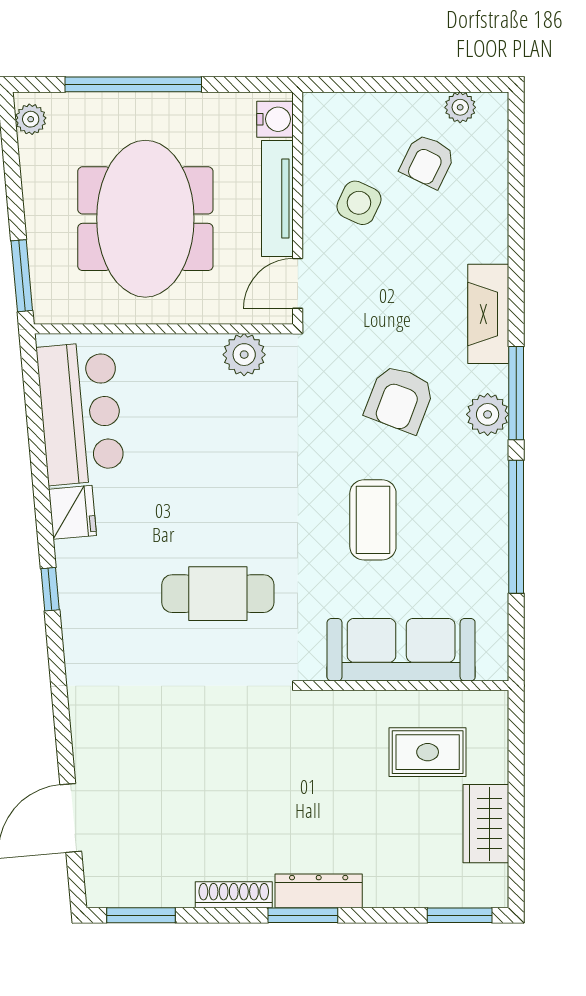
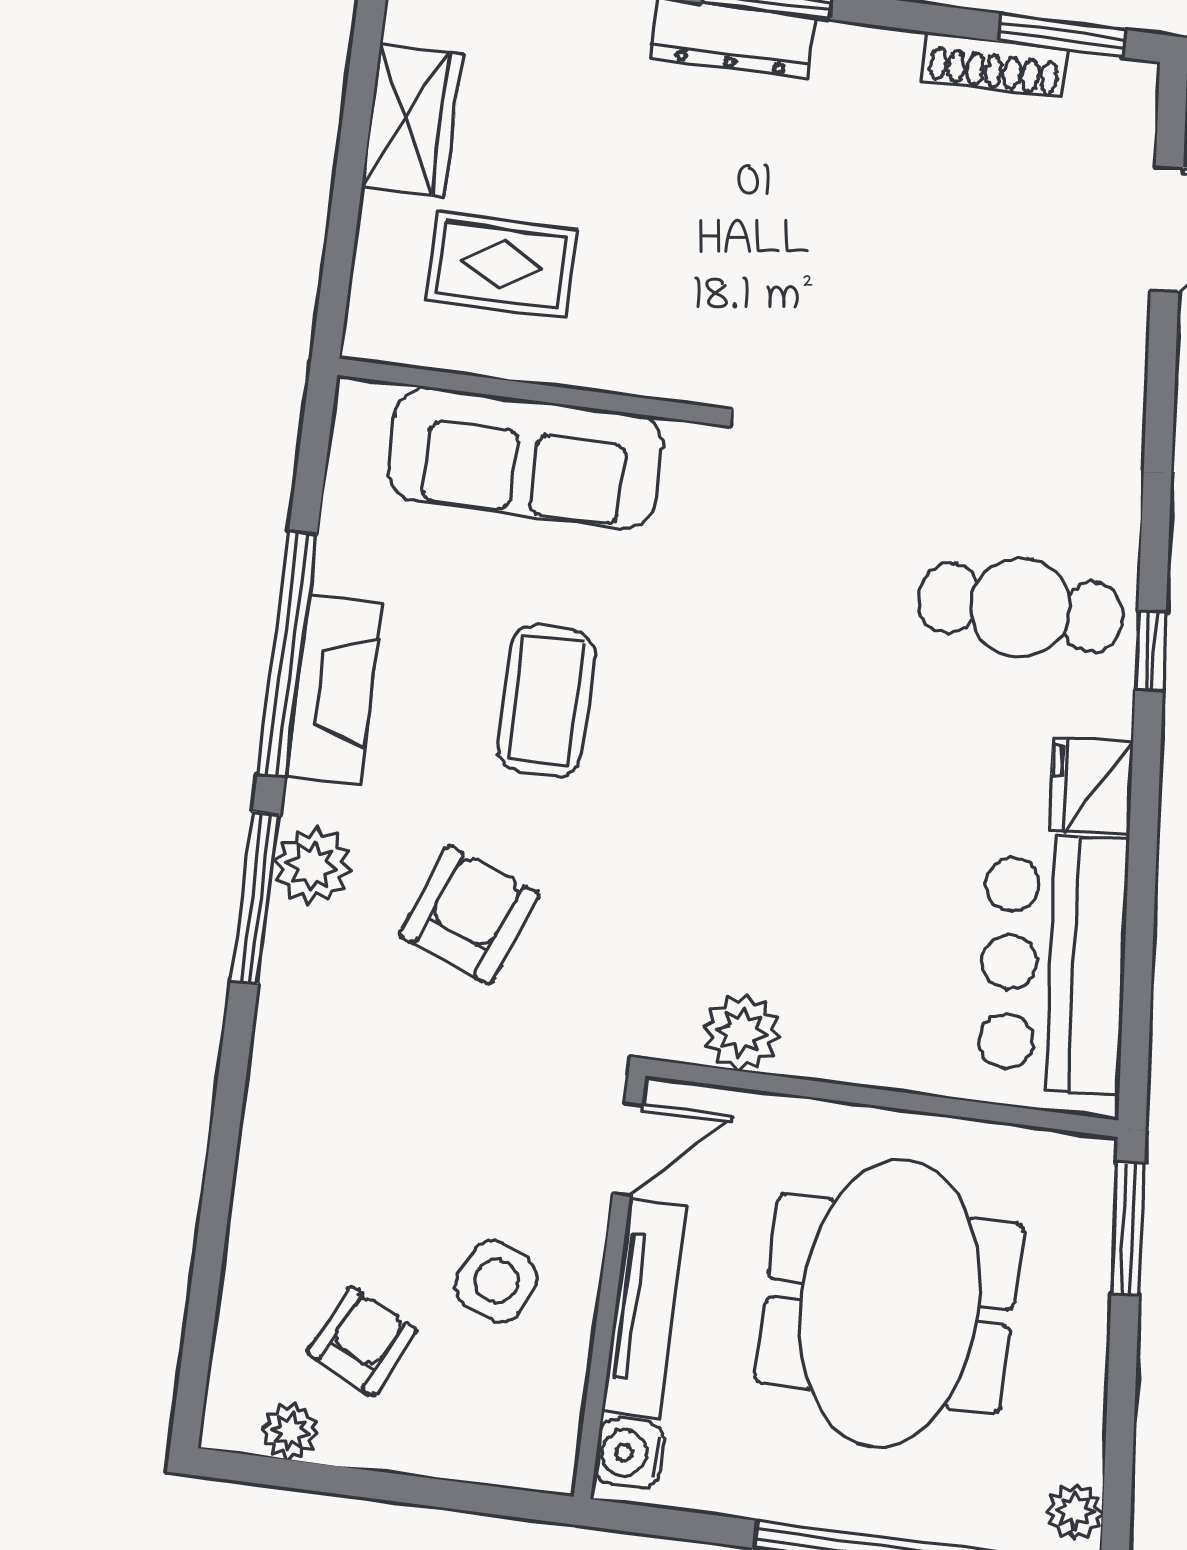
fireplace: (488, 314) -> (334, 689), moved
cafe table: (218, 594) -> (1020, 608), moved
shoe rack: (234, 895) -> (994, 65), moved

